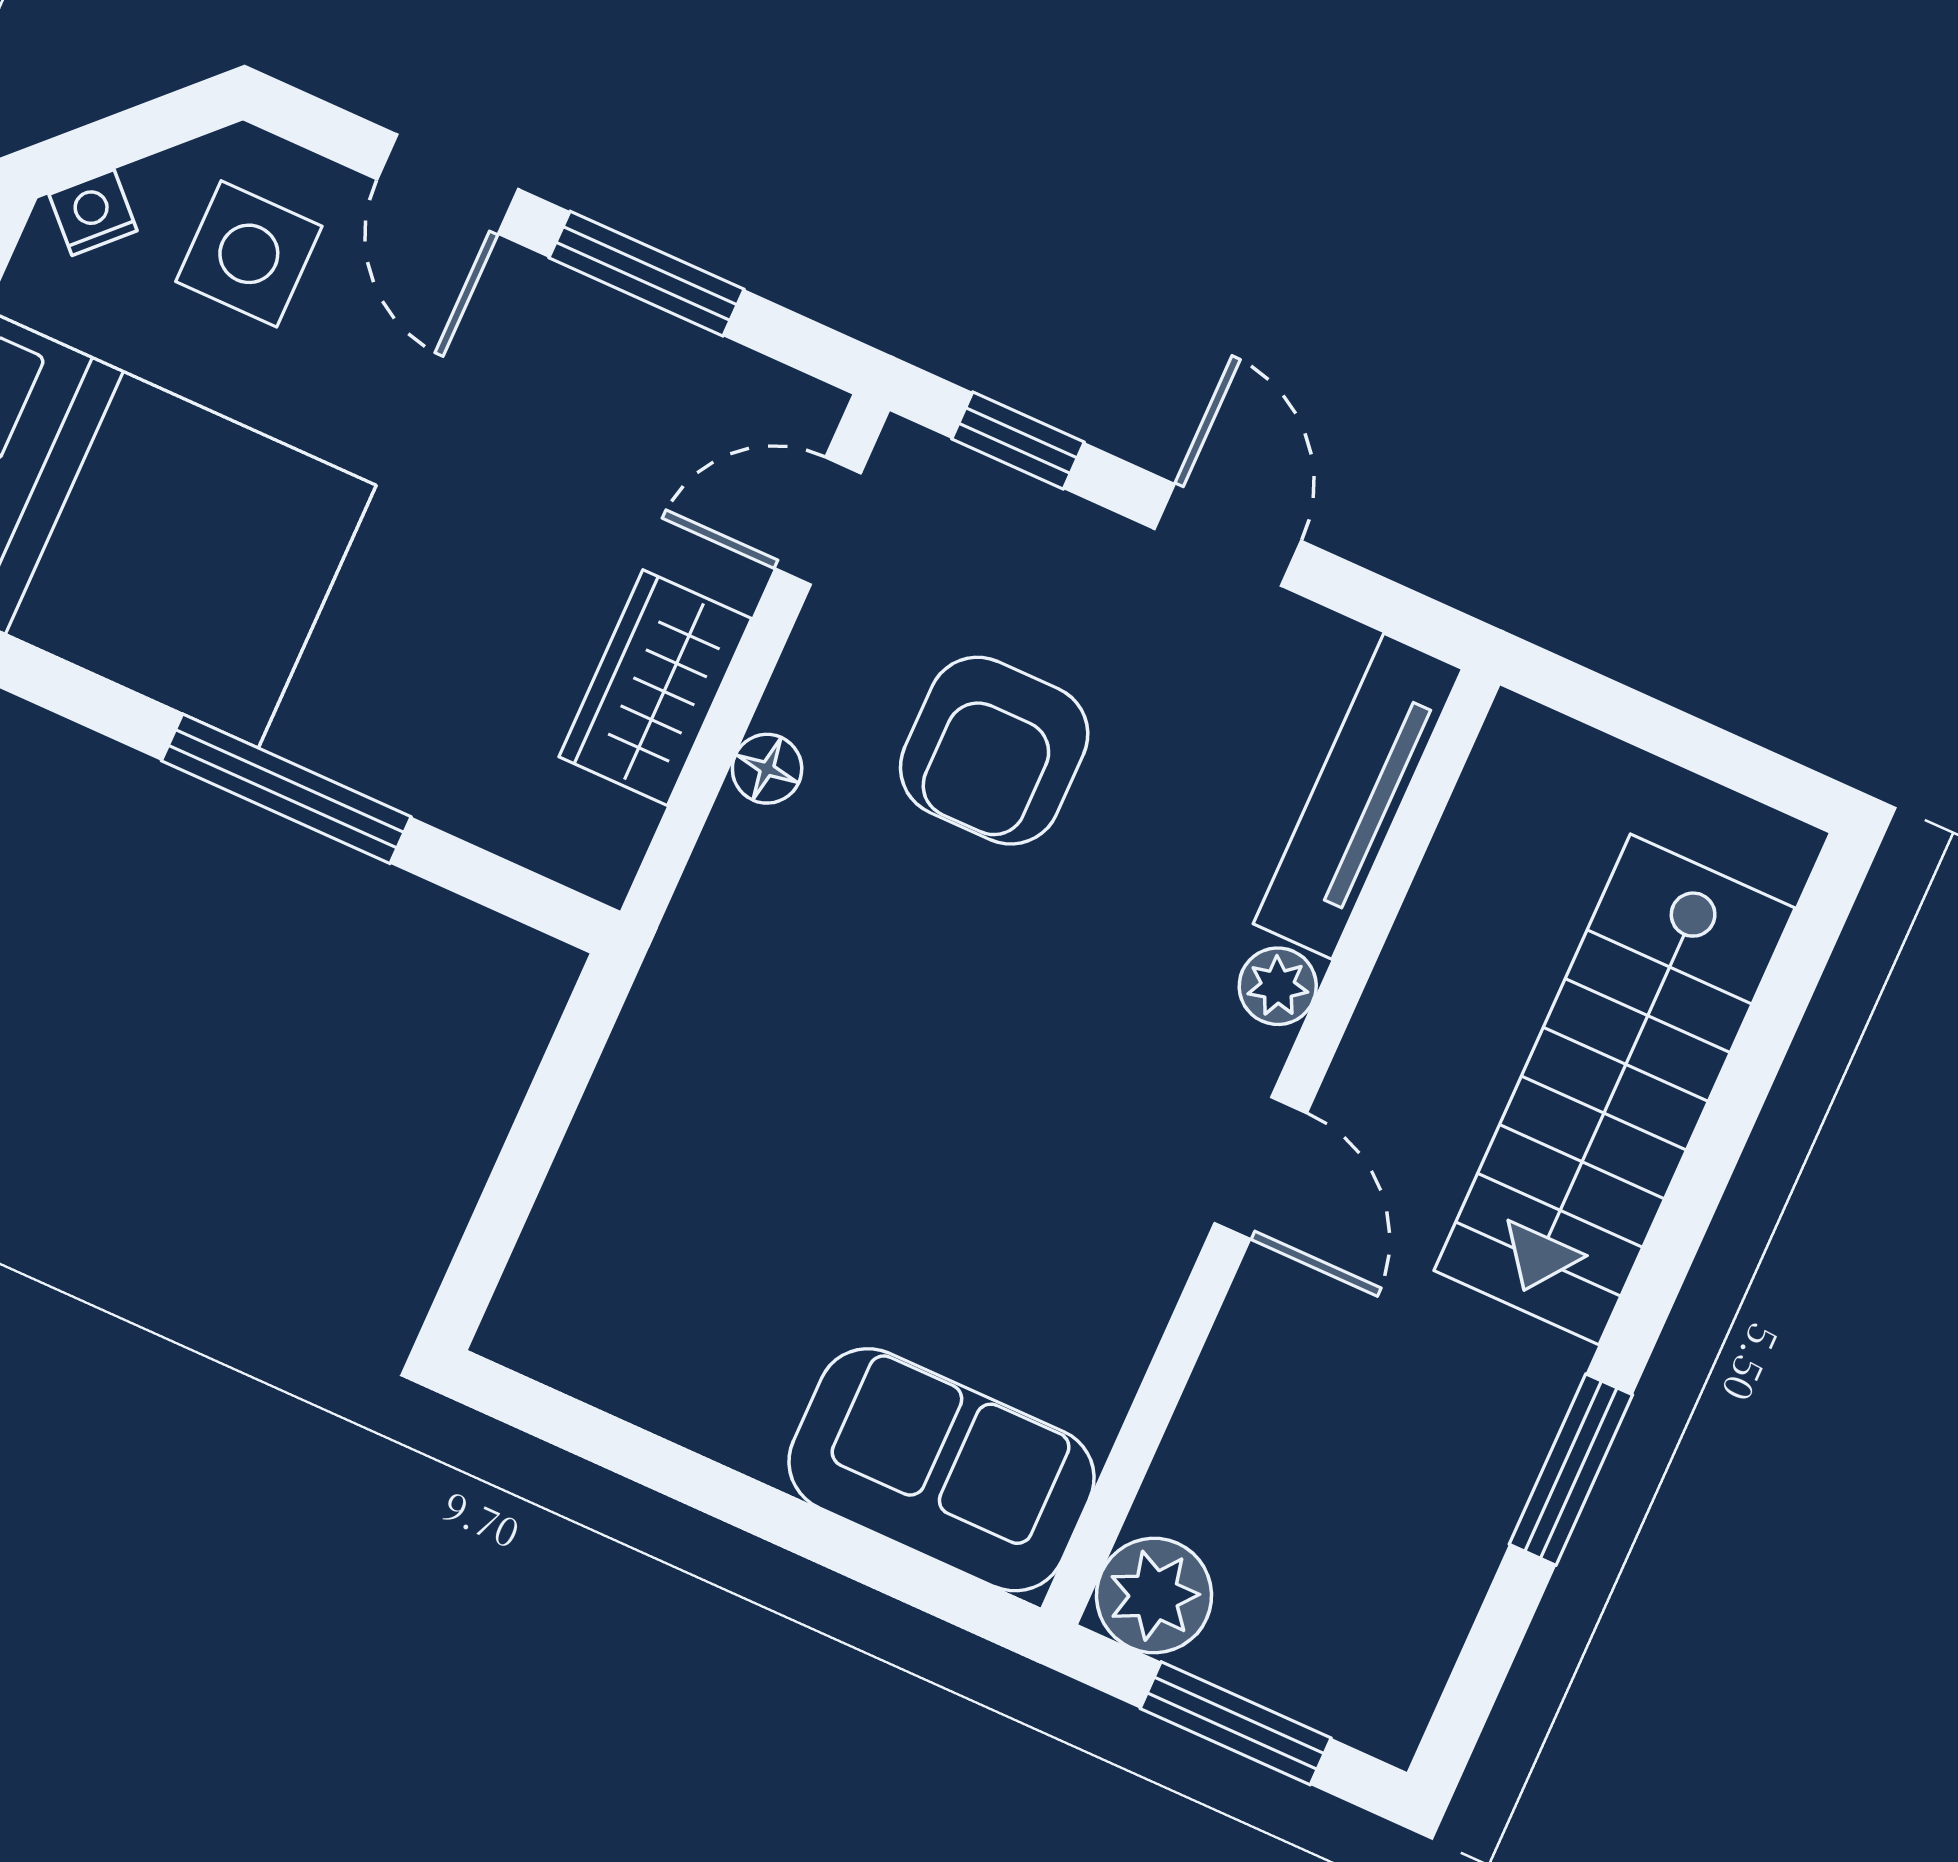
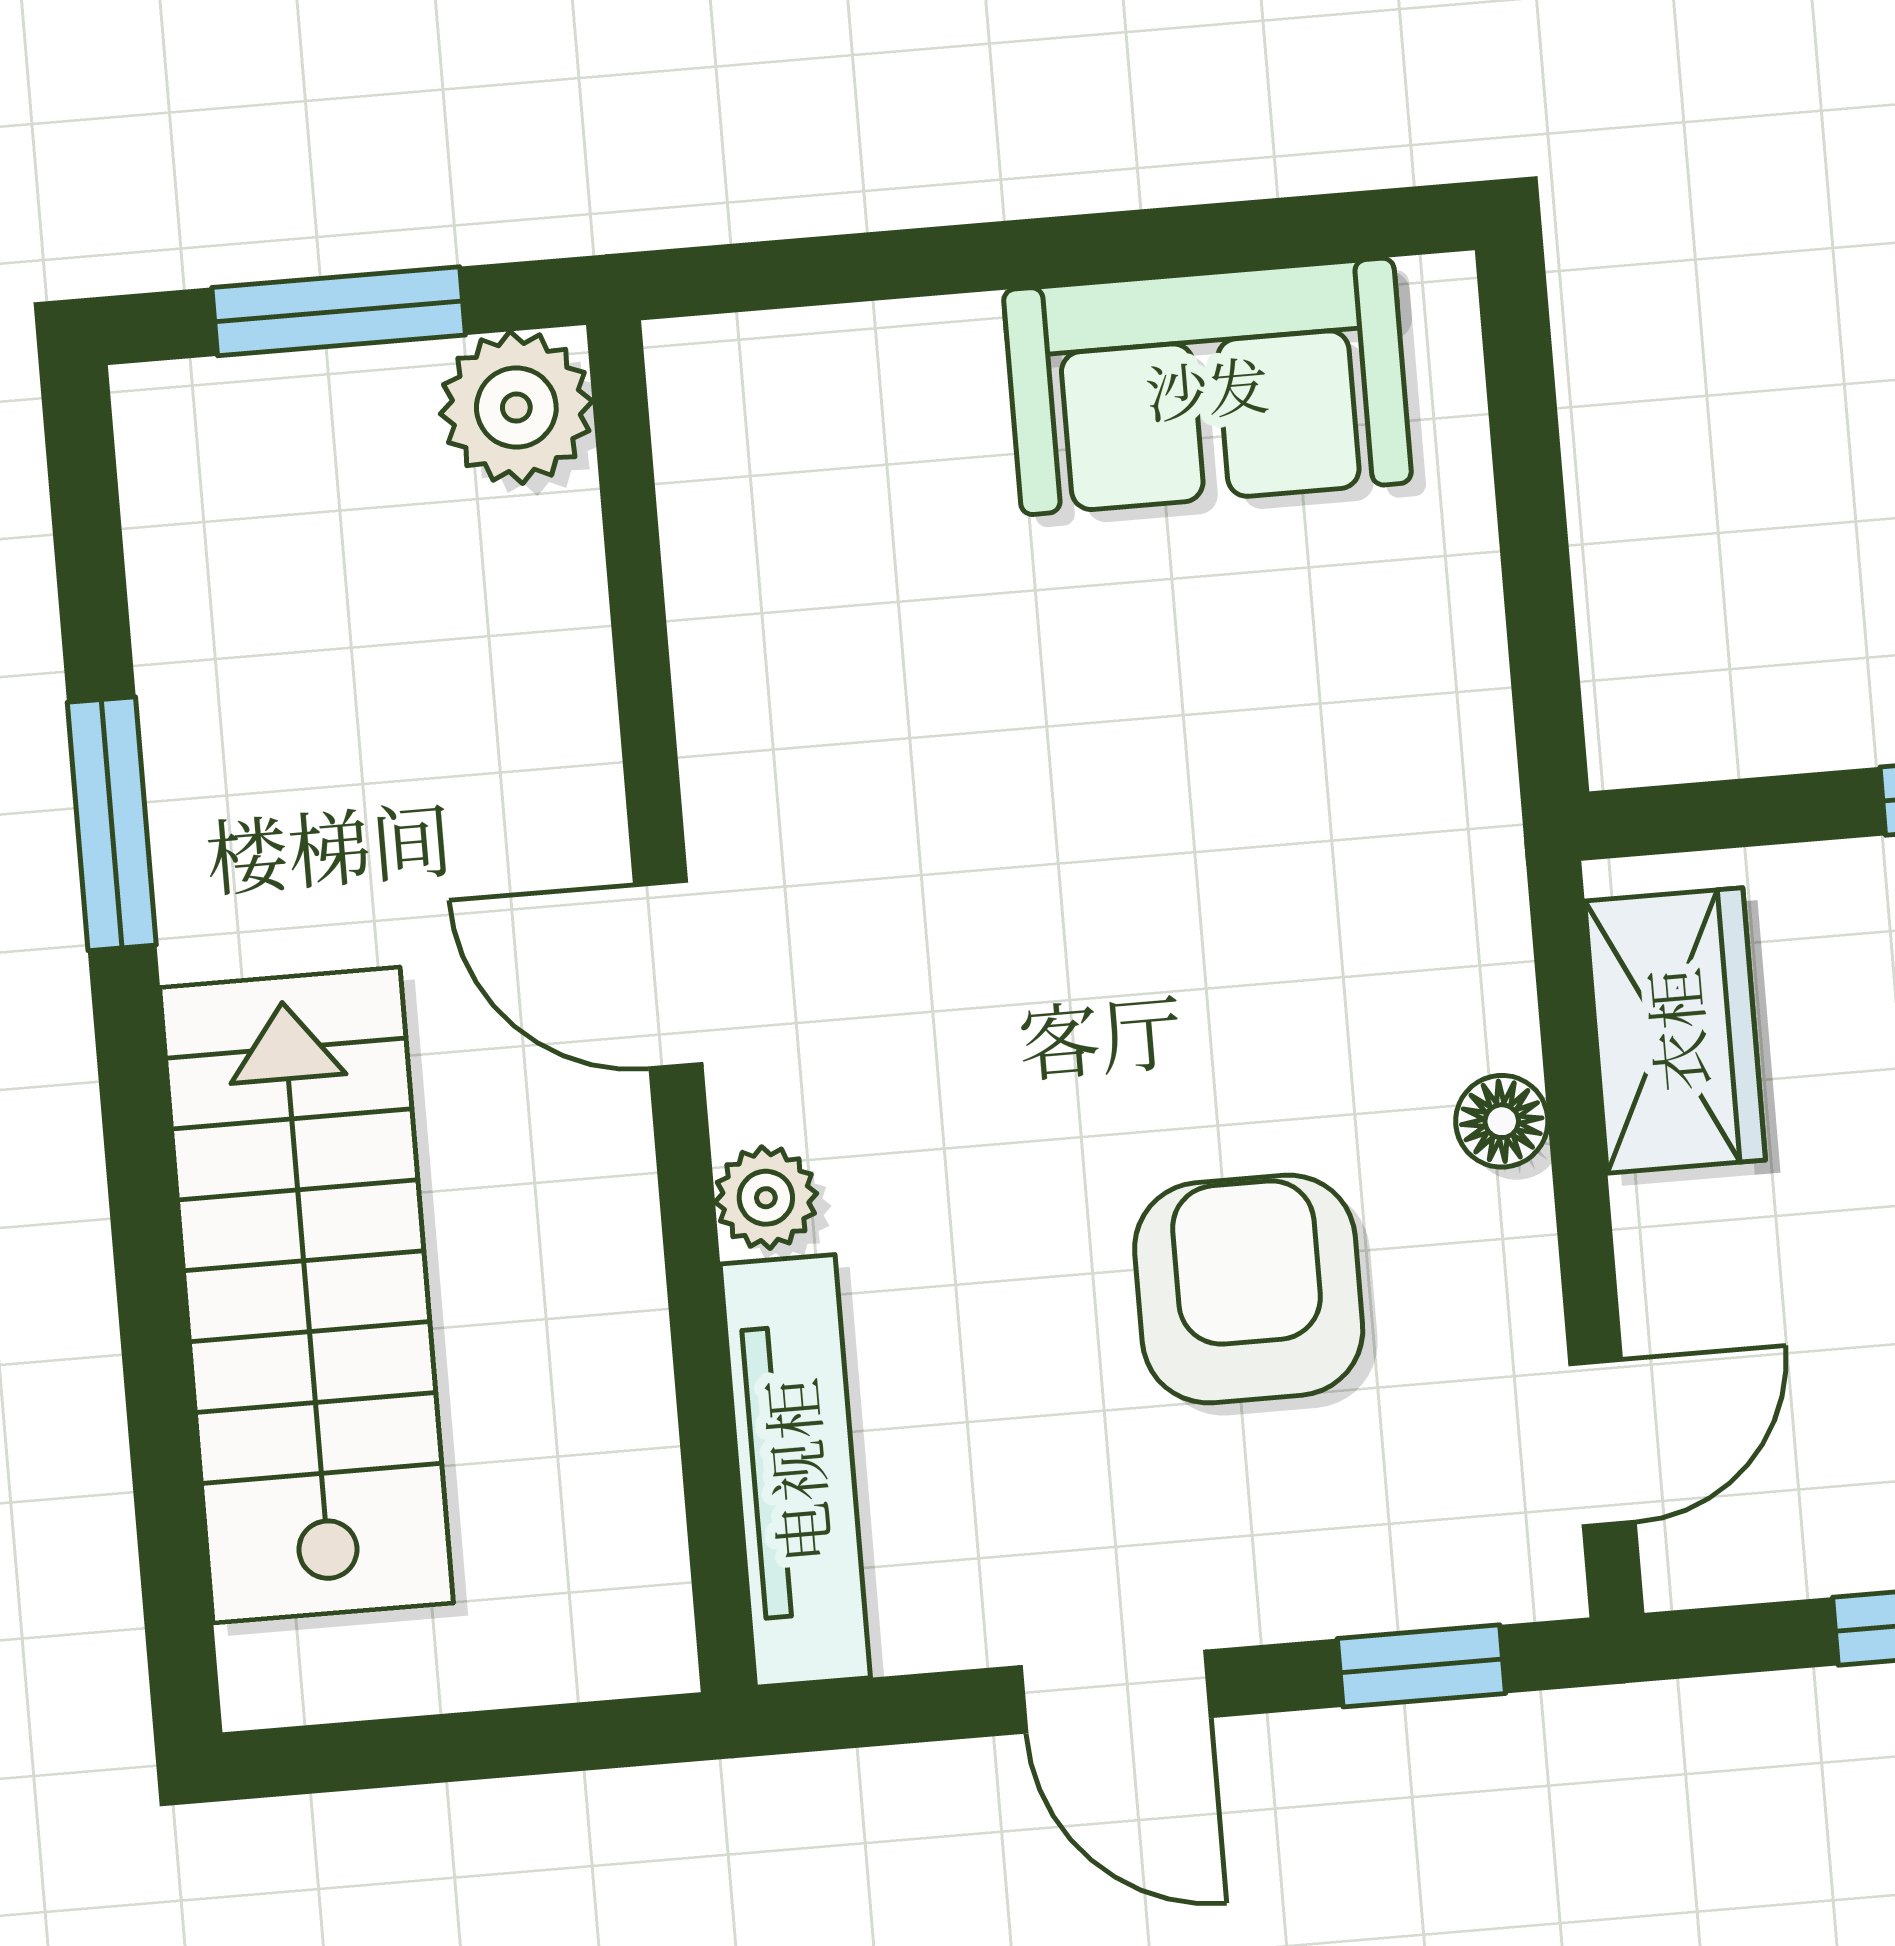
wardrobe: (655, 688) -> (1675, 1030), moved
sofa: (941, 1470) -> (1207, 386), moved

